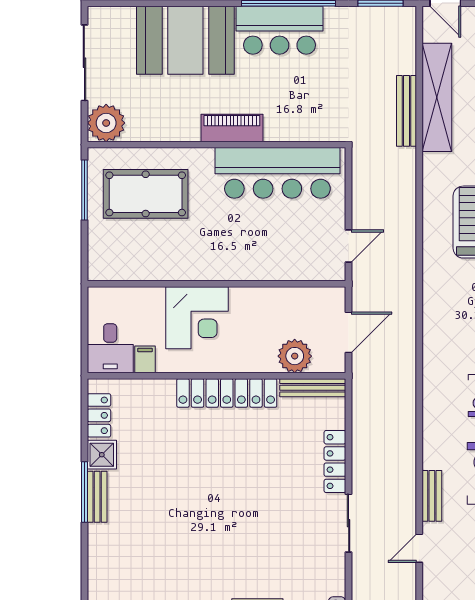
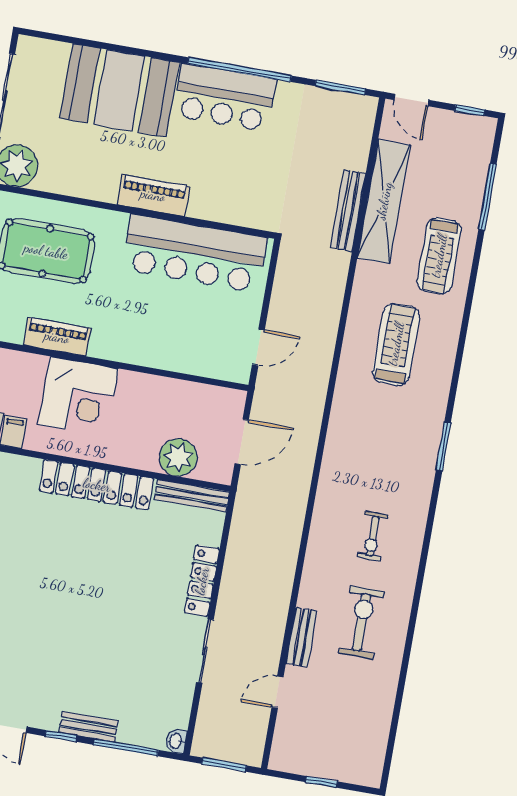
piano: (169, 268) -> (57, 337), added

